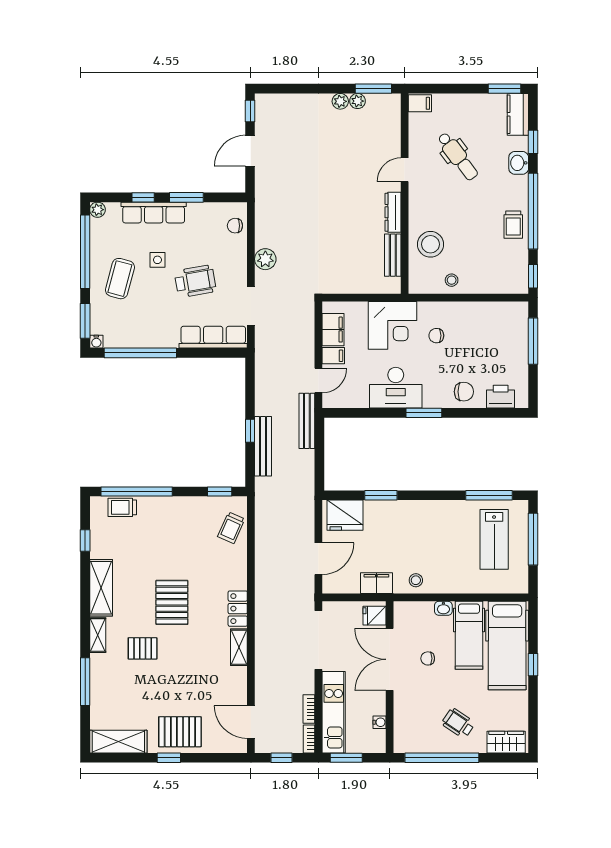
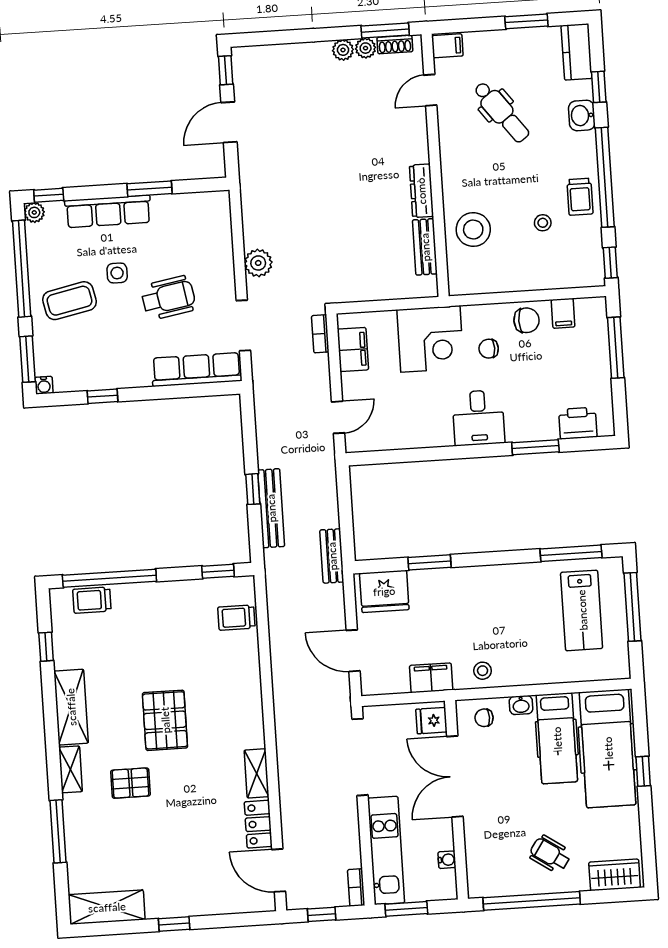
window: (505, 89) -> (526, 21), moved
shoe rack: (380, 100) -> (395, 45), added
door: (405, 170) -> (430, 90), moved
window: (143, 197) -> (49, 195), moved
chair: (235, 226) -> (216, 222), removed
coffee table: (120, 279) -> (70, 301), turned 63
stool: (452, 280) -> (543, 223), moved
window: (140, 353) -> (103, 396), width x0.32
filing cabinet: (333, 356) -> (563, 313), moved, turned 90
desk: (396, 388) -> (478, 418), moved, width x0.73
chair: (464, 392) -> (526, 320), moved
window: (424, 413) -> (535, 447), moved
bench: (307, 421) -> (332, 556), moved, width x0.73
trolley: (231, 528) -> (236, 618), turned 66
door: (318, 559) -> (353, 651), swing flipped
locker: (238, 609) -> (258, 824), moved
chair: (428, 658) -> (484, 718), moved
bookcase: (309, 709) -> (320, 334), moved
pallet: (180, 732) -> (186, 889), removed

